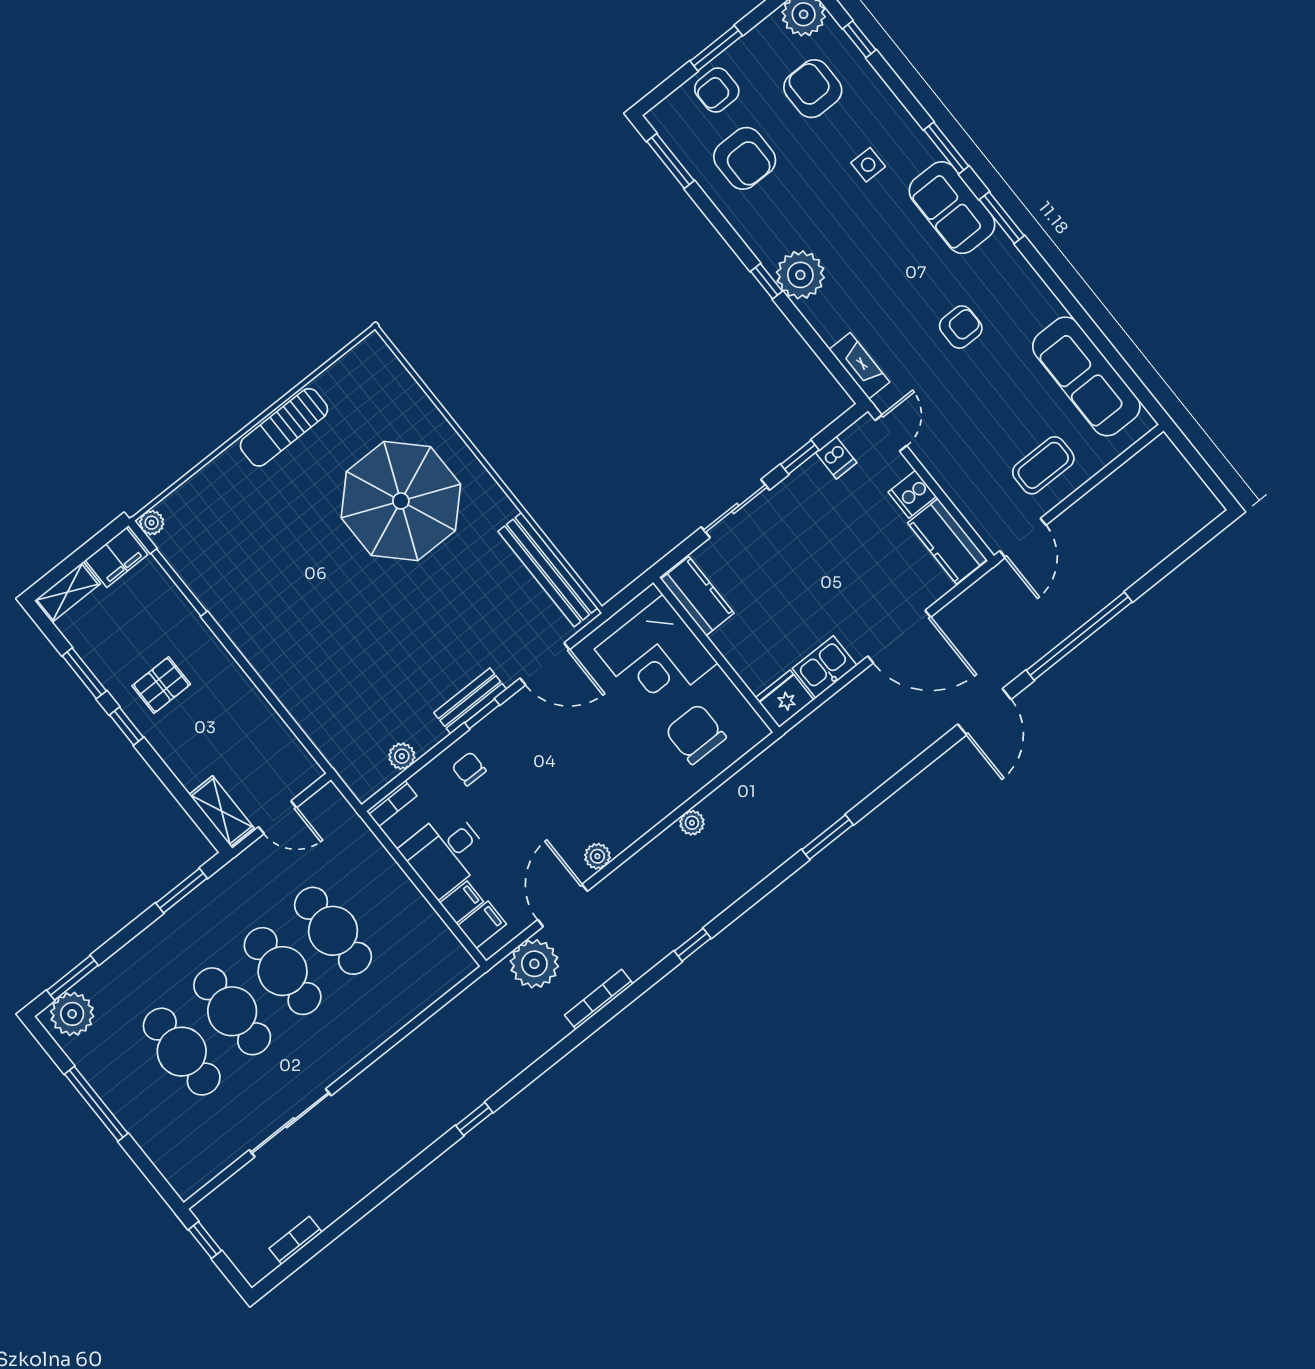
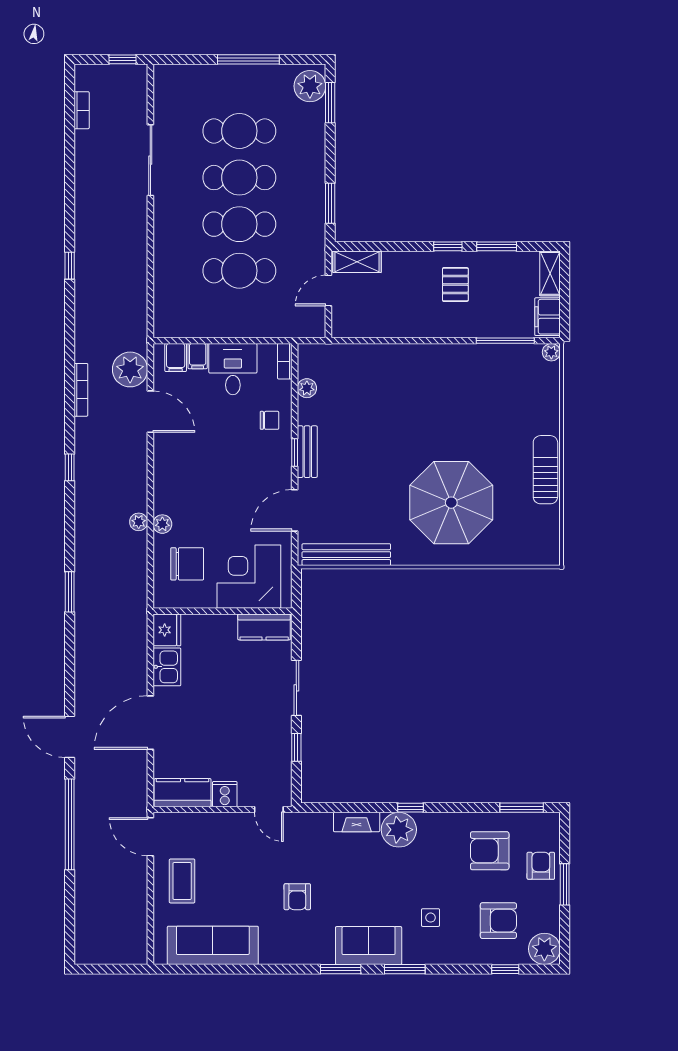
fireplace: (859, 366) -> (357, 822), moved
dishwasher: (836, 458) -> (280, 768), removed
plant: (597, 856) -> (162, 524), moved

